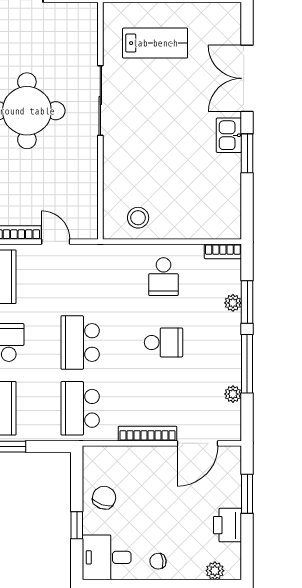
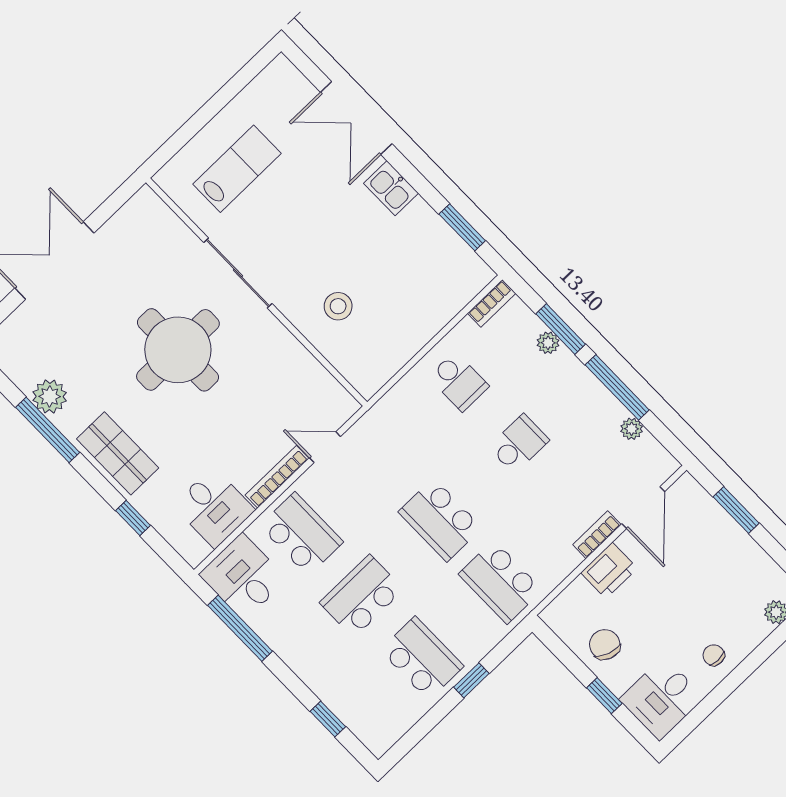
window: (247, 153) -> (462, 227), moved
stool: (138, 218) -> (338, 306), moved
bookcase: (147, 434) -> (597, 535), width x0.64
printer: (227, 525) -> (609, 570), moved, turned -90
chair: (158, 561) -> (714, 655), turned 97

